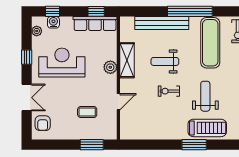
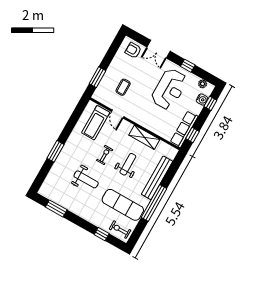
plant: (110, 67) -> (146, 122), removed
treadmill: (207, 128) -> (96, 123), moved

